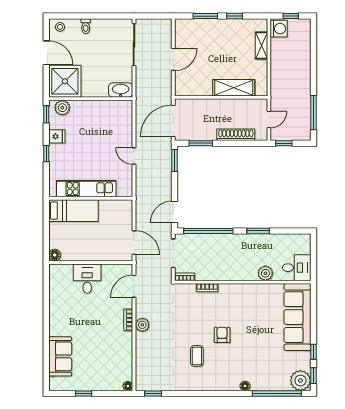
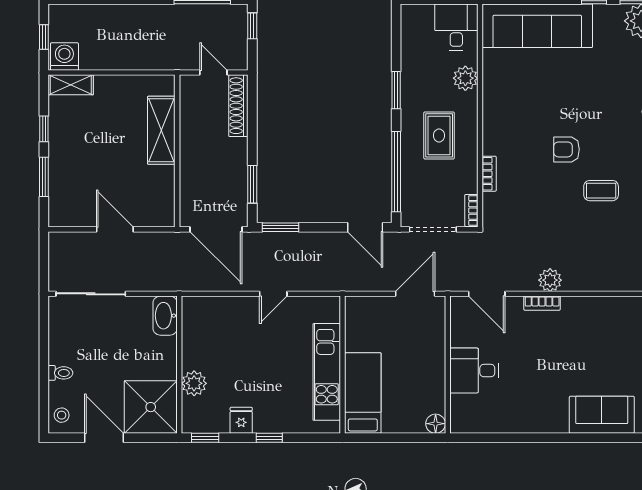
shelving: (261, 46) -> (71, 85), moved
door: (46, 53) -> (104, 438), hinge flipped
plant: (62, 108) -> (194, 383), moved
shoe rack: (236, 135) -> (238, 106), moved
window: (284, 143) -> (252, 26), moved
rug: (231, 257) -> (439, 135), added

